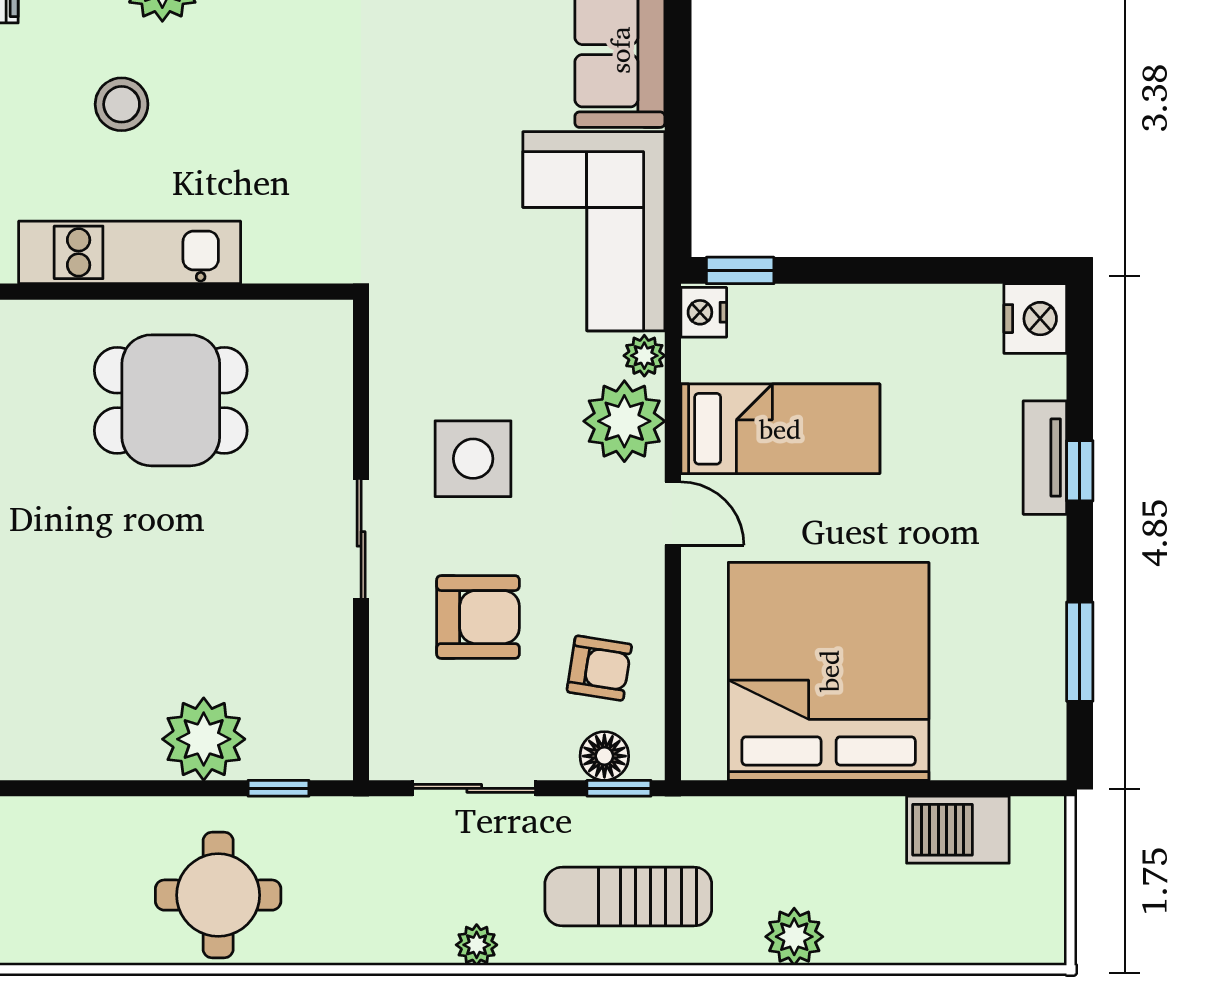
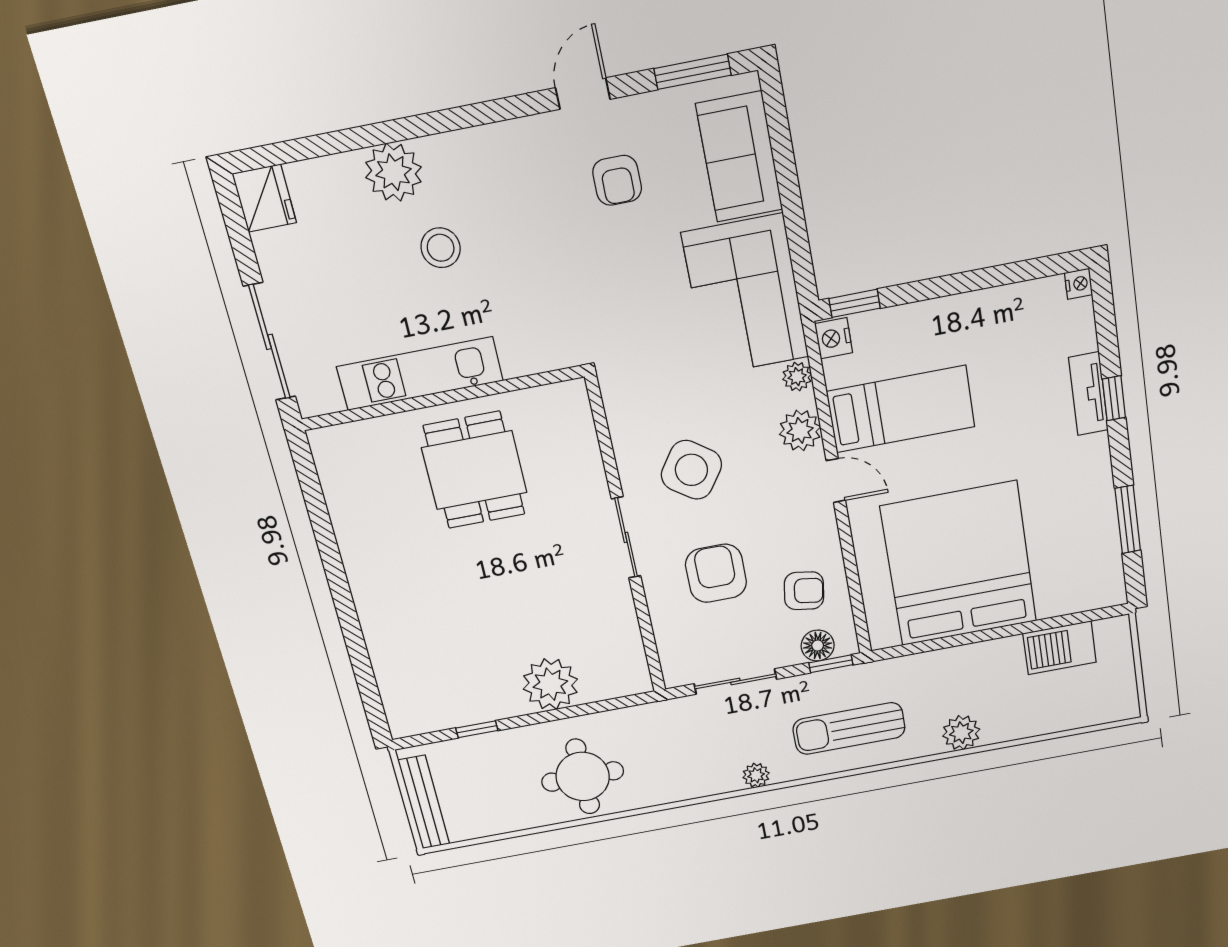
armchair: (453, 49) -> (617, 180), added
stool: (122, 104) -> (441, 248), moved
nightstand: (1035, 319) -> (1078, 284), width x0.53, depth x0.56
dining table: (171, 400) -> (474, 470), turned 90
plant: (624, 421) -> (800, 430), width x0.73, depth x0.73
side table: (473, 459) -> (691, 470), turned 35
armchair: (478, 617) -> (716, 573), turned -90
window: (279, 788) -> (477, 729), moved

